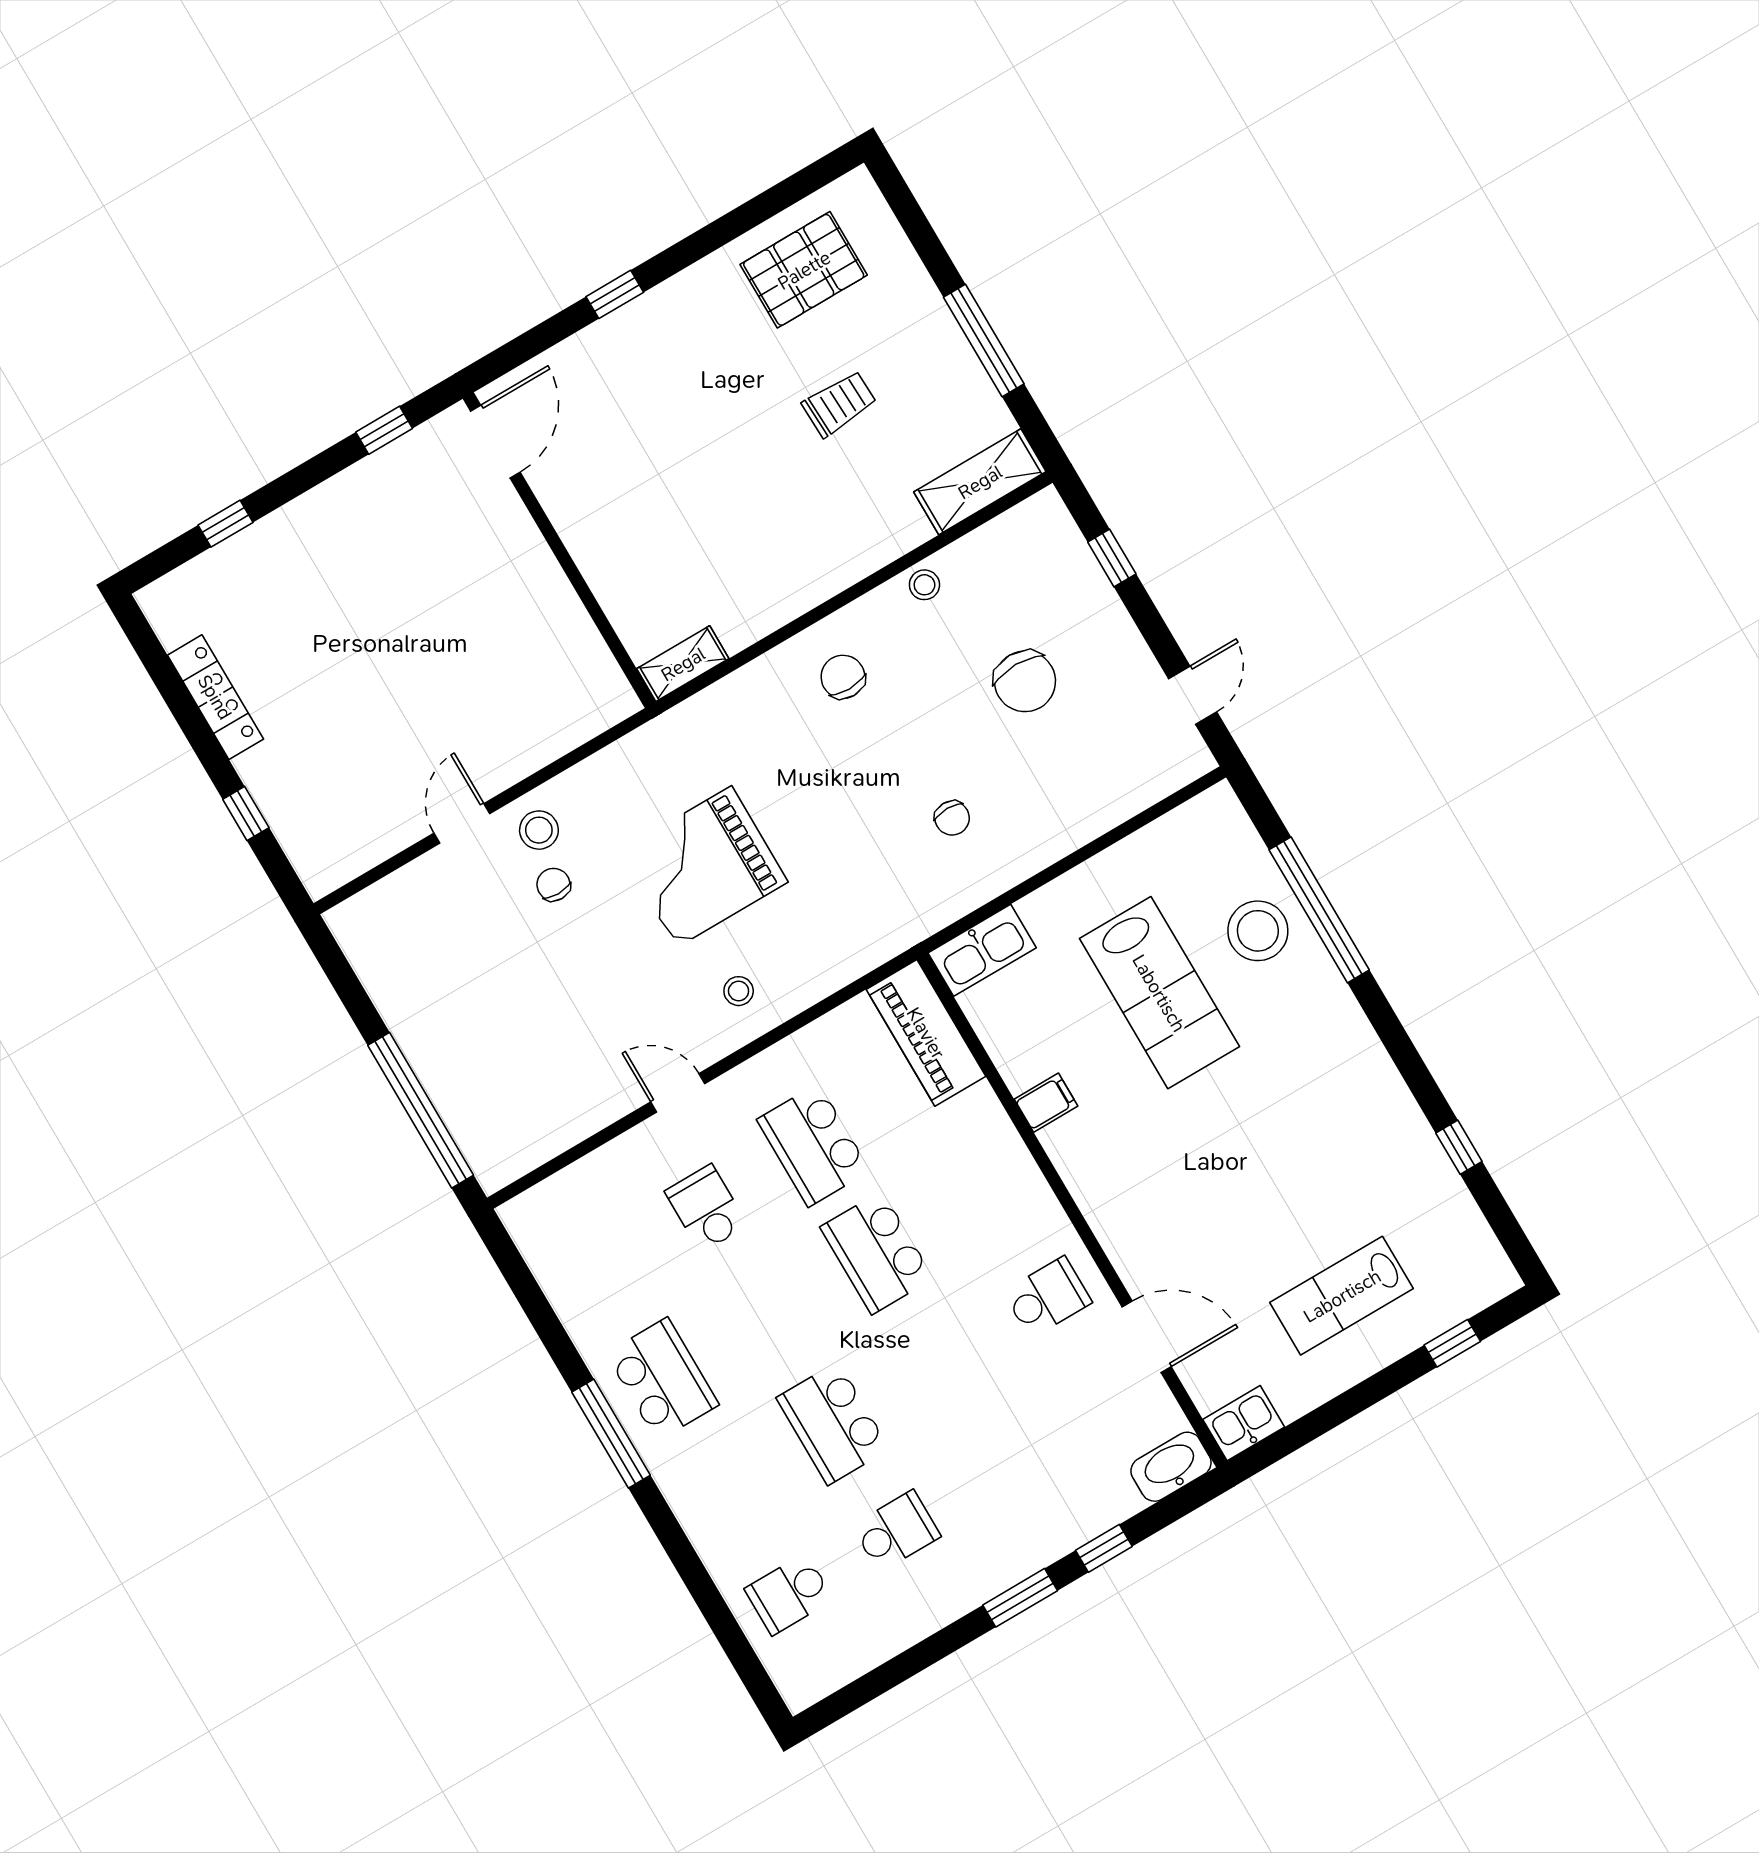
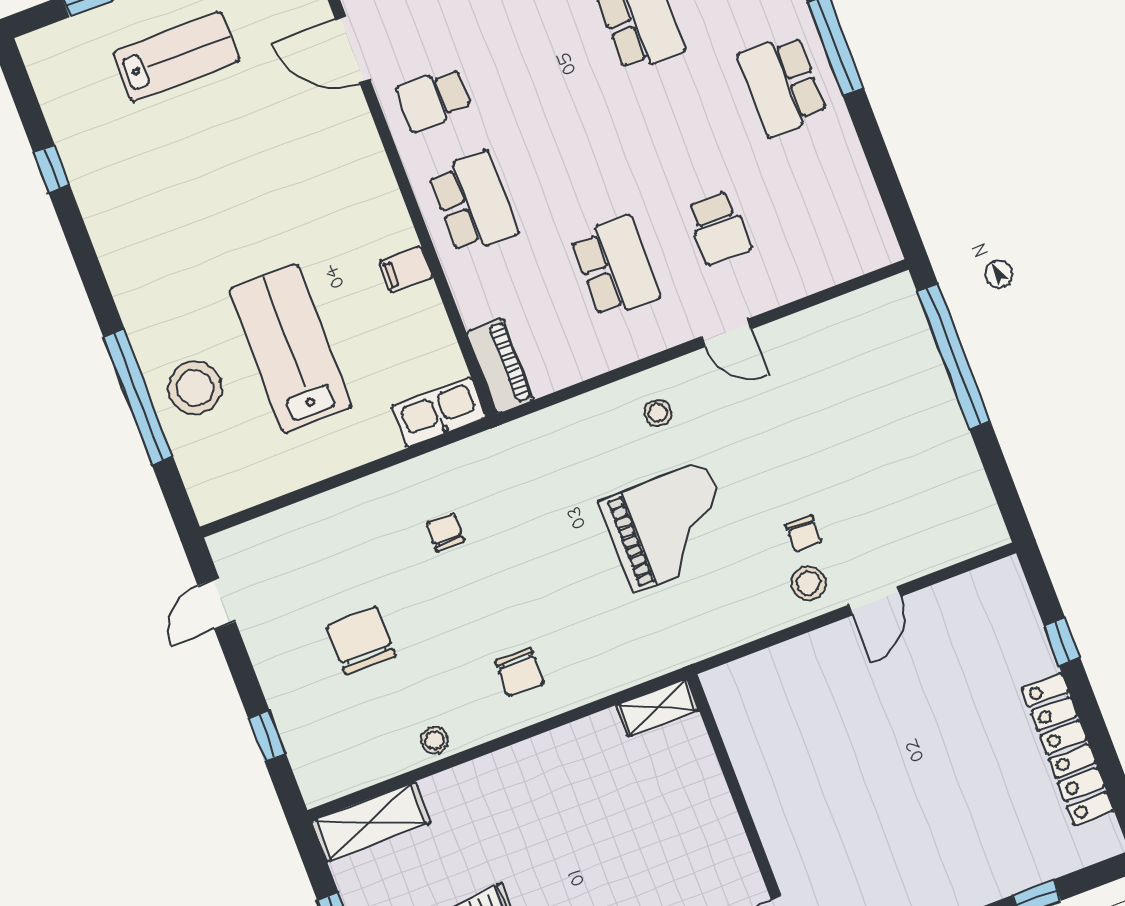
locker: (215, 697) -> (1068, 749), width x1.41, depth x1.21
piano: (926, 1033) -> (500, 366), width x0.73, depth x0.75
school desk: (877, 1253) -> (473, 203), moved

